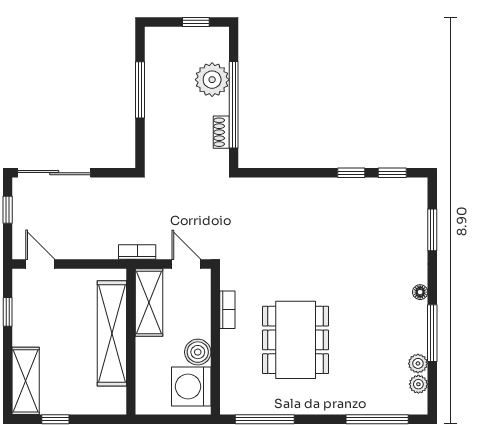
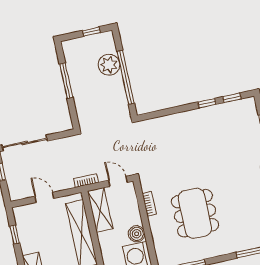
shoe rack: (221, 132) -> (122, 96), removed
door: (40, 264) -> (44, 197), moved

